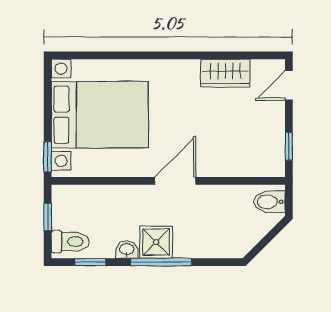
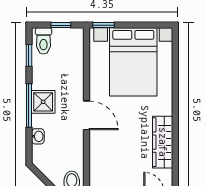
wardrobe: (225, 73) -> (163, 142), width x1.50
washbasin: (127, 250) -> (38, 136), moved

